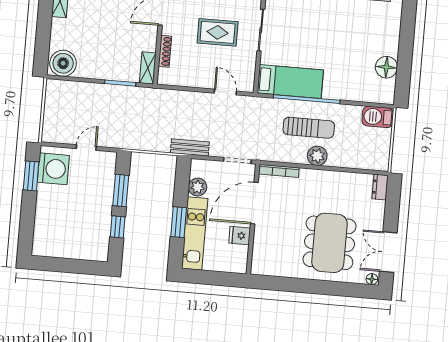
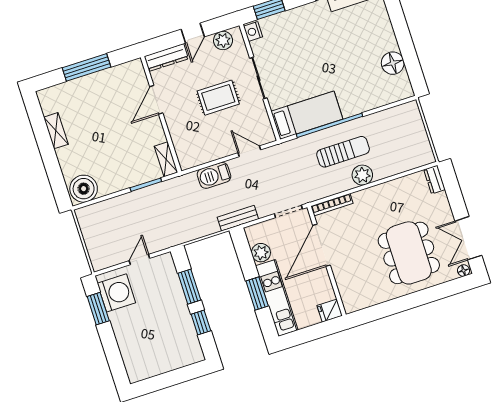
shoe rack: (165, 51) -> (176, 137), removed
barbecue: (378, 117) -> (214, 175), moved
fridge: (240, 236) -> (330, 311), moved

